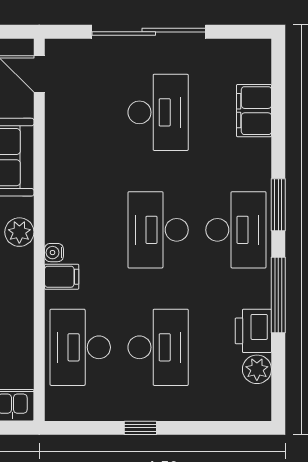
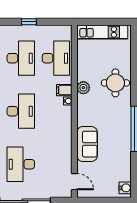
plant: (19, 232) -> (83, 88), moved
desk: (158, 347) -> (21, 58), turned 180

